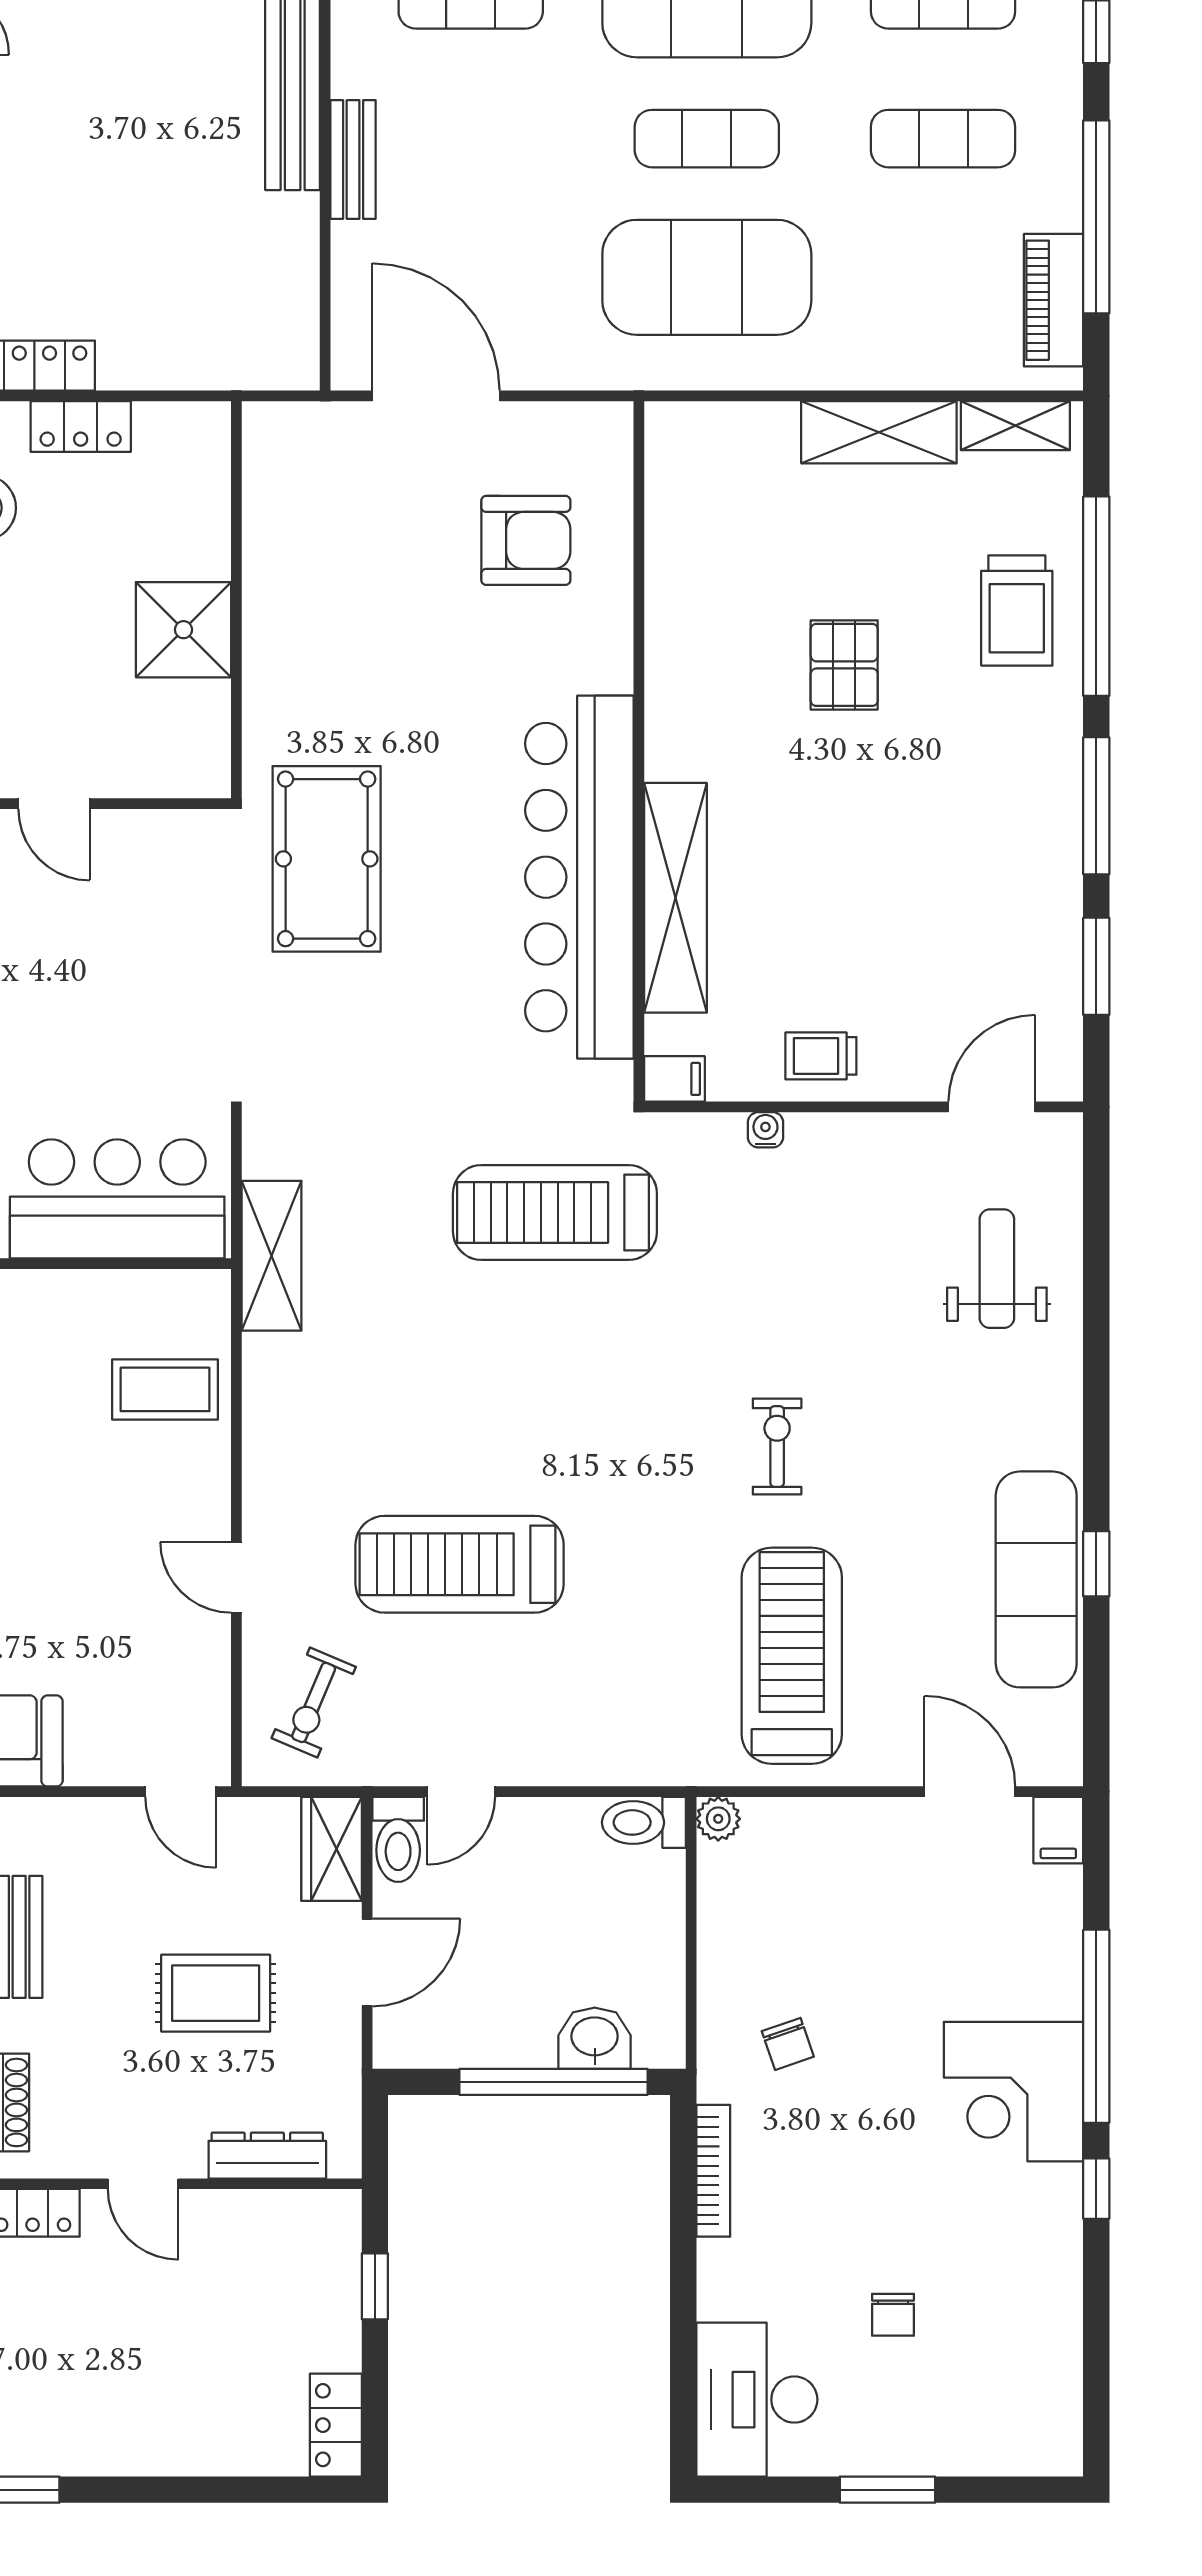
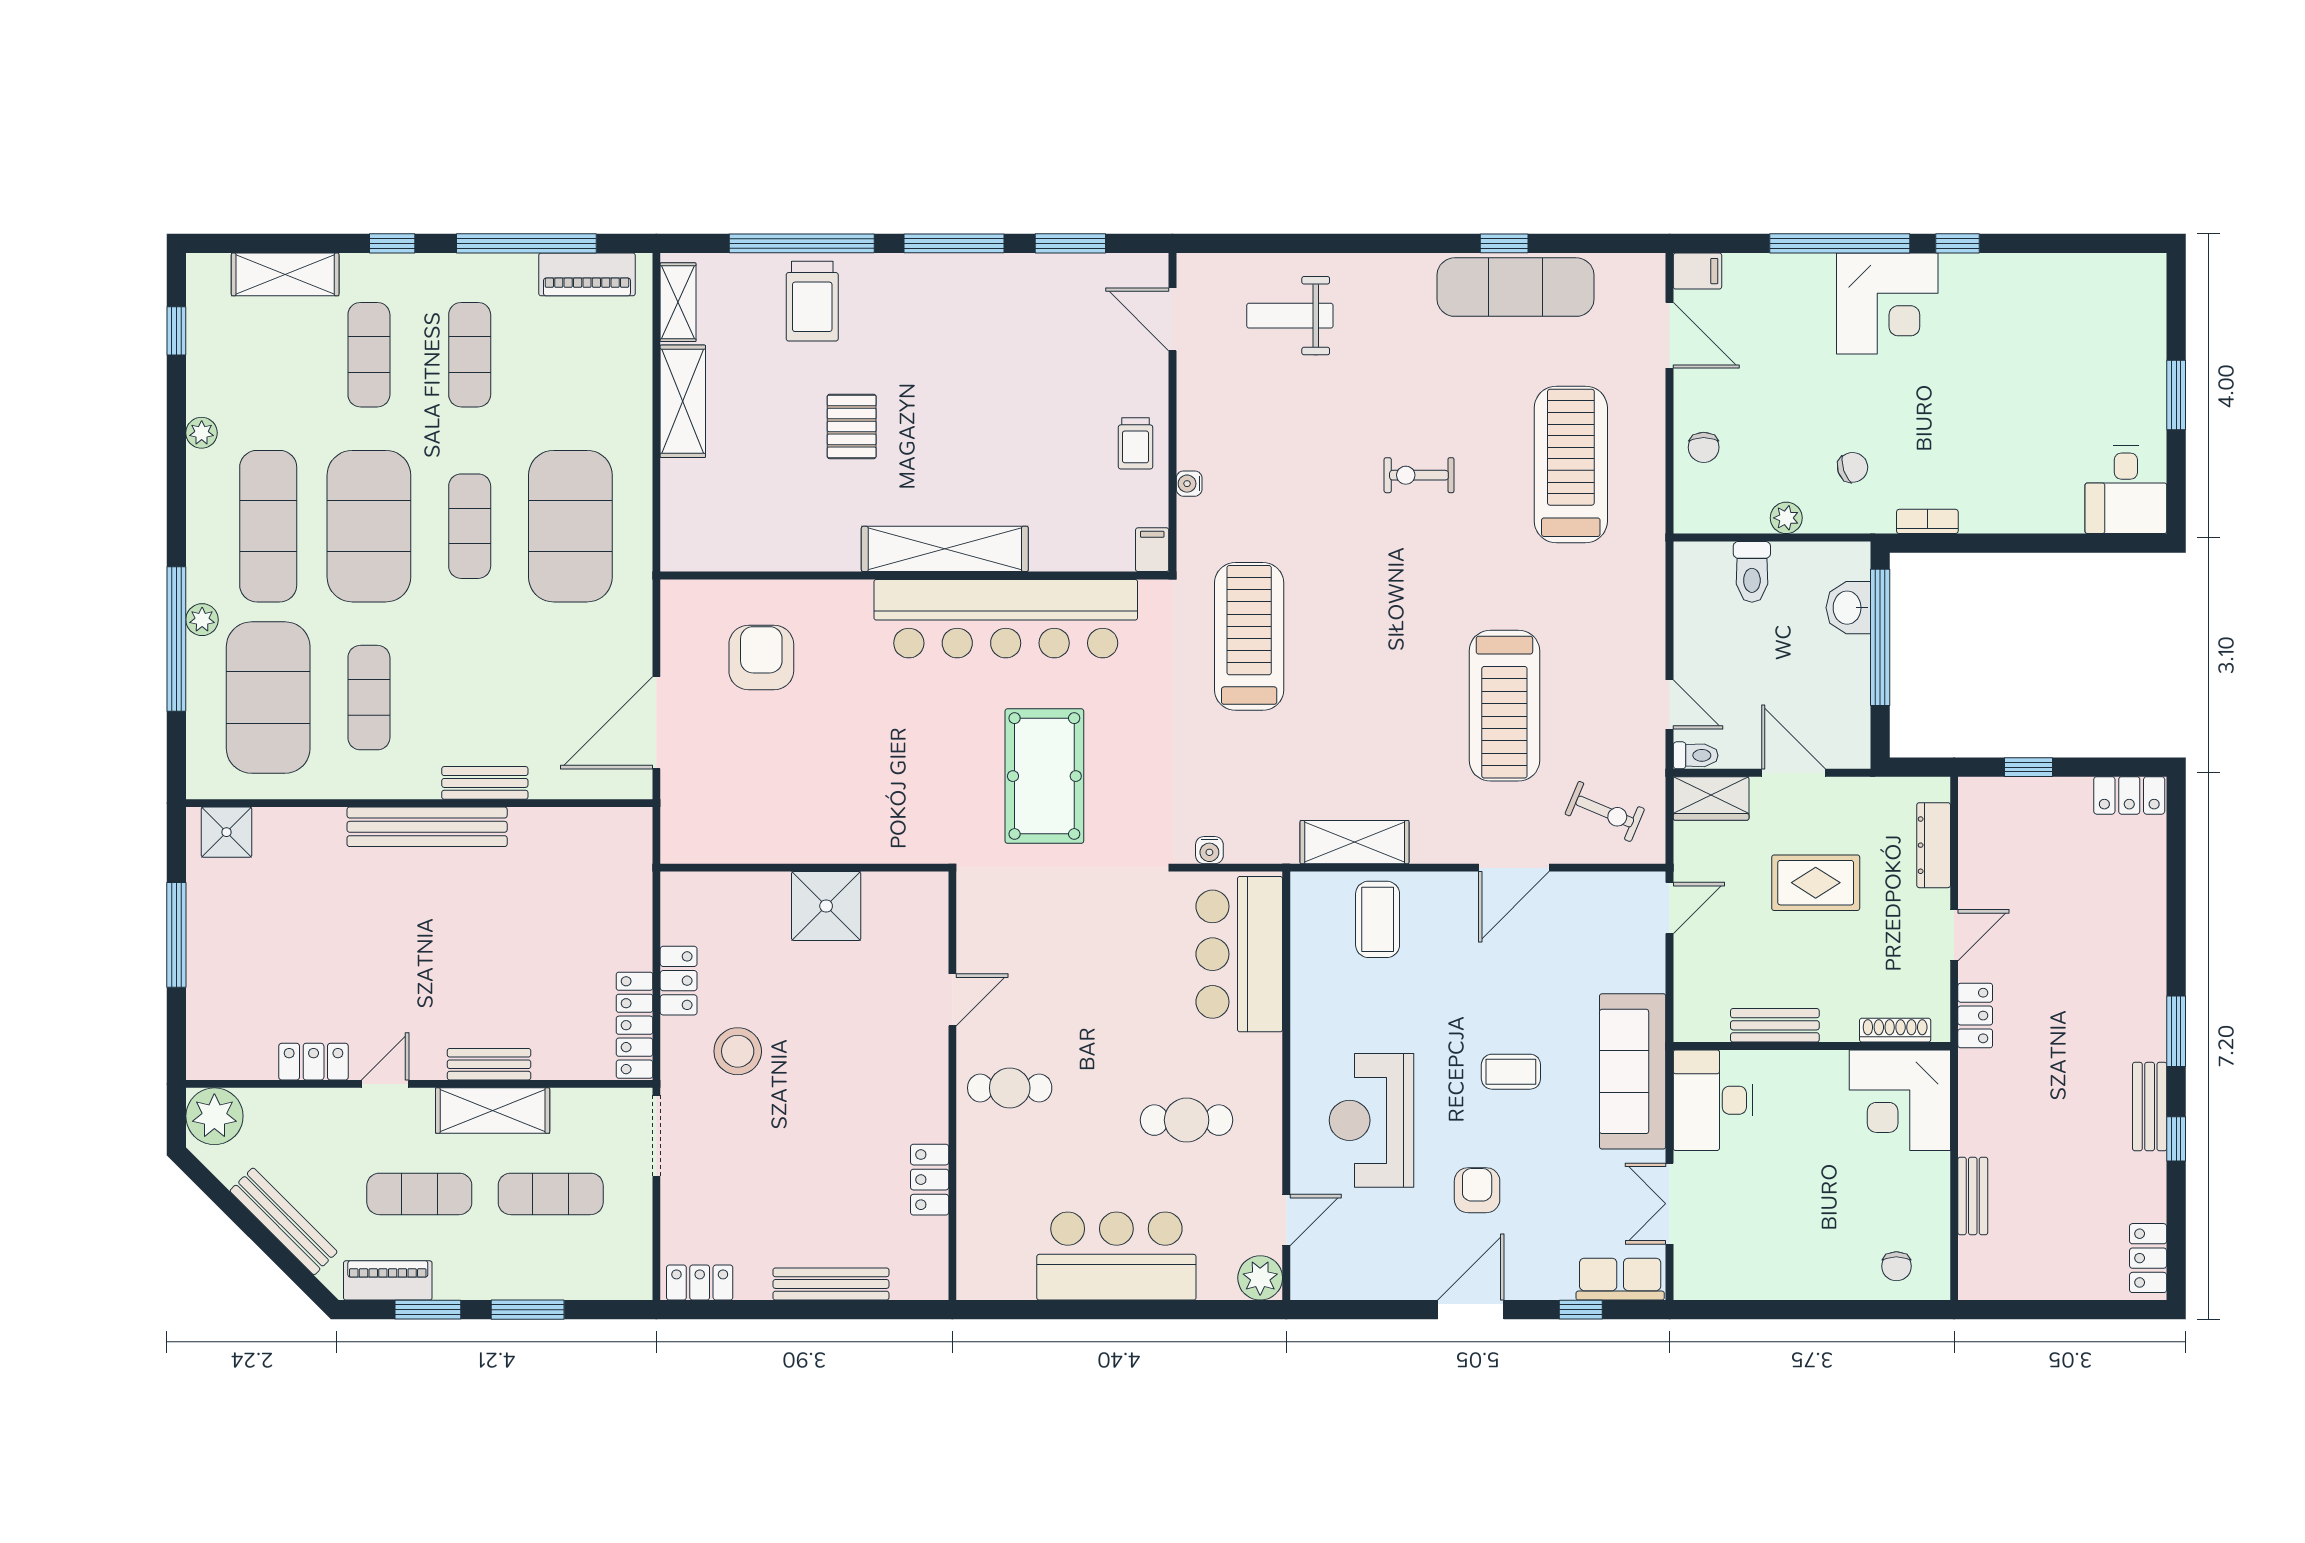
trolley: (1017, 610) -> (812, 301), turned 90
pallet: (844, 665) -> (852, 426), turned 90
pool table: (327, 859) -> (1044, 776), moved, turned 90
shelving: (675, 898) -> (945, 549), moved
water cooler: (260, 1158) -> (1209, 850), added
treadmill: (555, 1213) -> (1249, 636), turned 180
shelving: (272, 1256) -> (1355, 842), moved
door: (236, 1577) -> (1514, 868), width x1.38
treadmill: (792, 1656) -> (1571, 464), turned 90
door: (970, 1792) -> (1670, 335), swing flipped
plant: (718, 1819) -> (1786, 518), moved
toilet: (644, 1822) -> (1752, 572), moved
toilet: (398, 1839) -> (1696, 755), width x0.73, depth x0.72
rug: (216, 1993) -> (1816, 883), turned 90
bookcase: (713, 2171) -> (1927, 521), width x0.64
chair: (893, 2315) -> (1704, 447), moved, turned 90
desk: (757, 2400) -> (2126, 490), width x0.73

